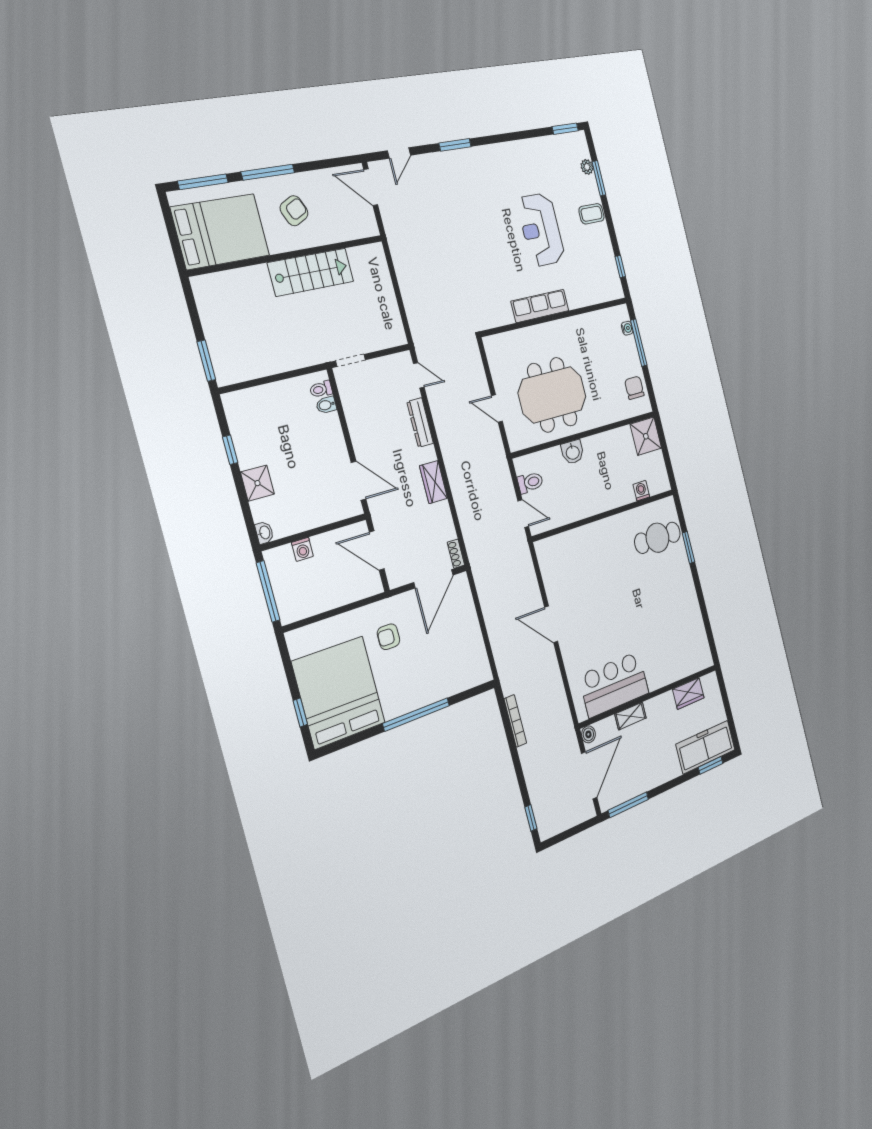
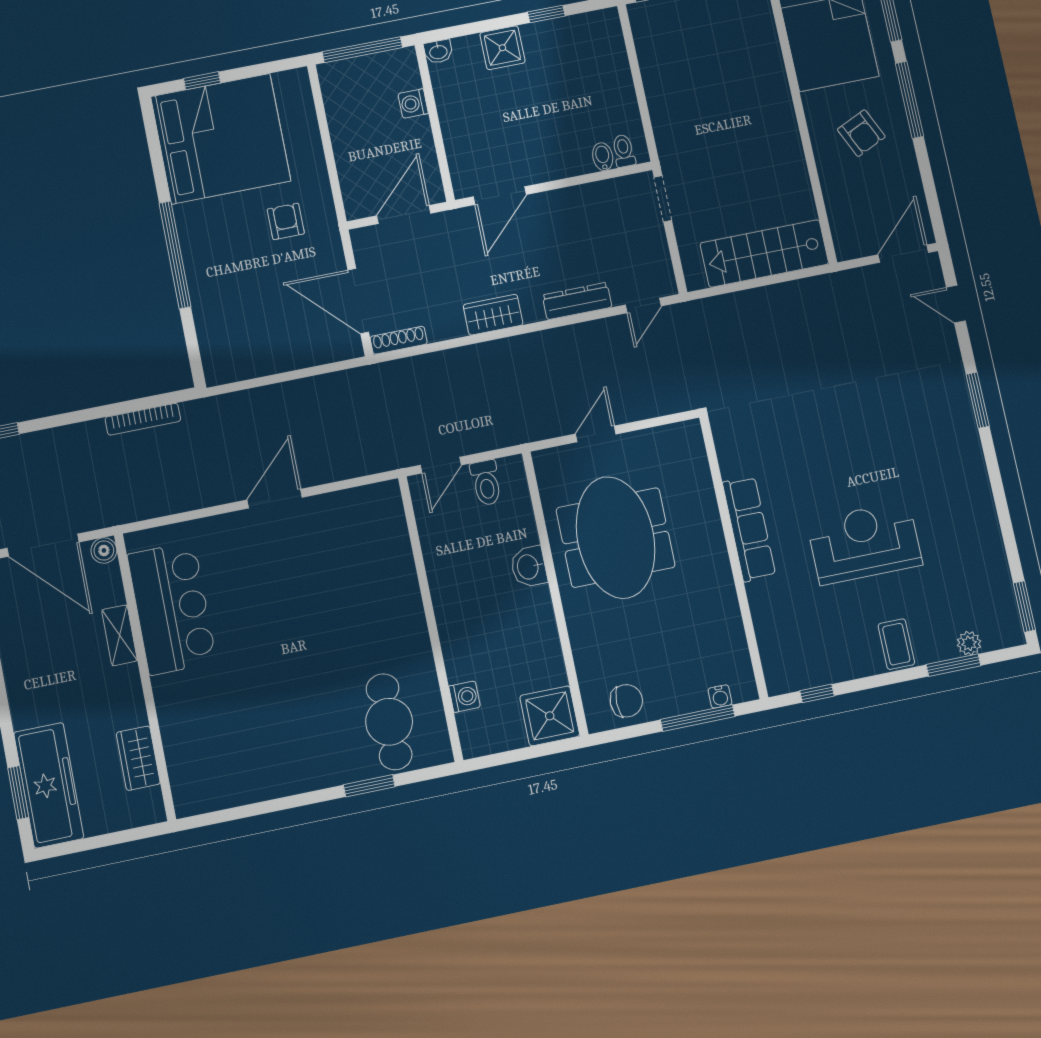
stairs: (311, 272) -> (764, 253), moved, turned 90
shoe rack: (456, 554) -> (399, 340), width x1.43

